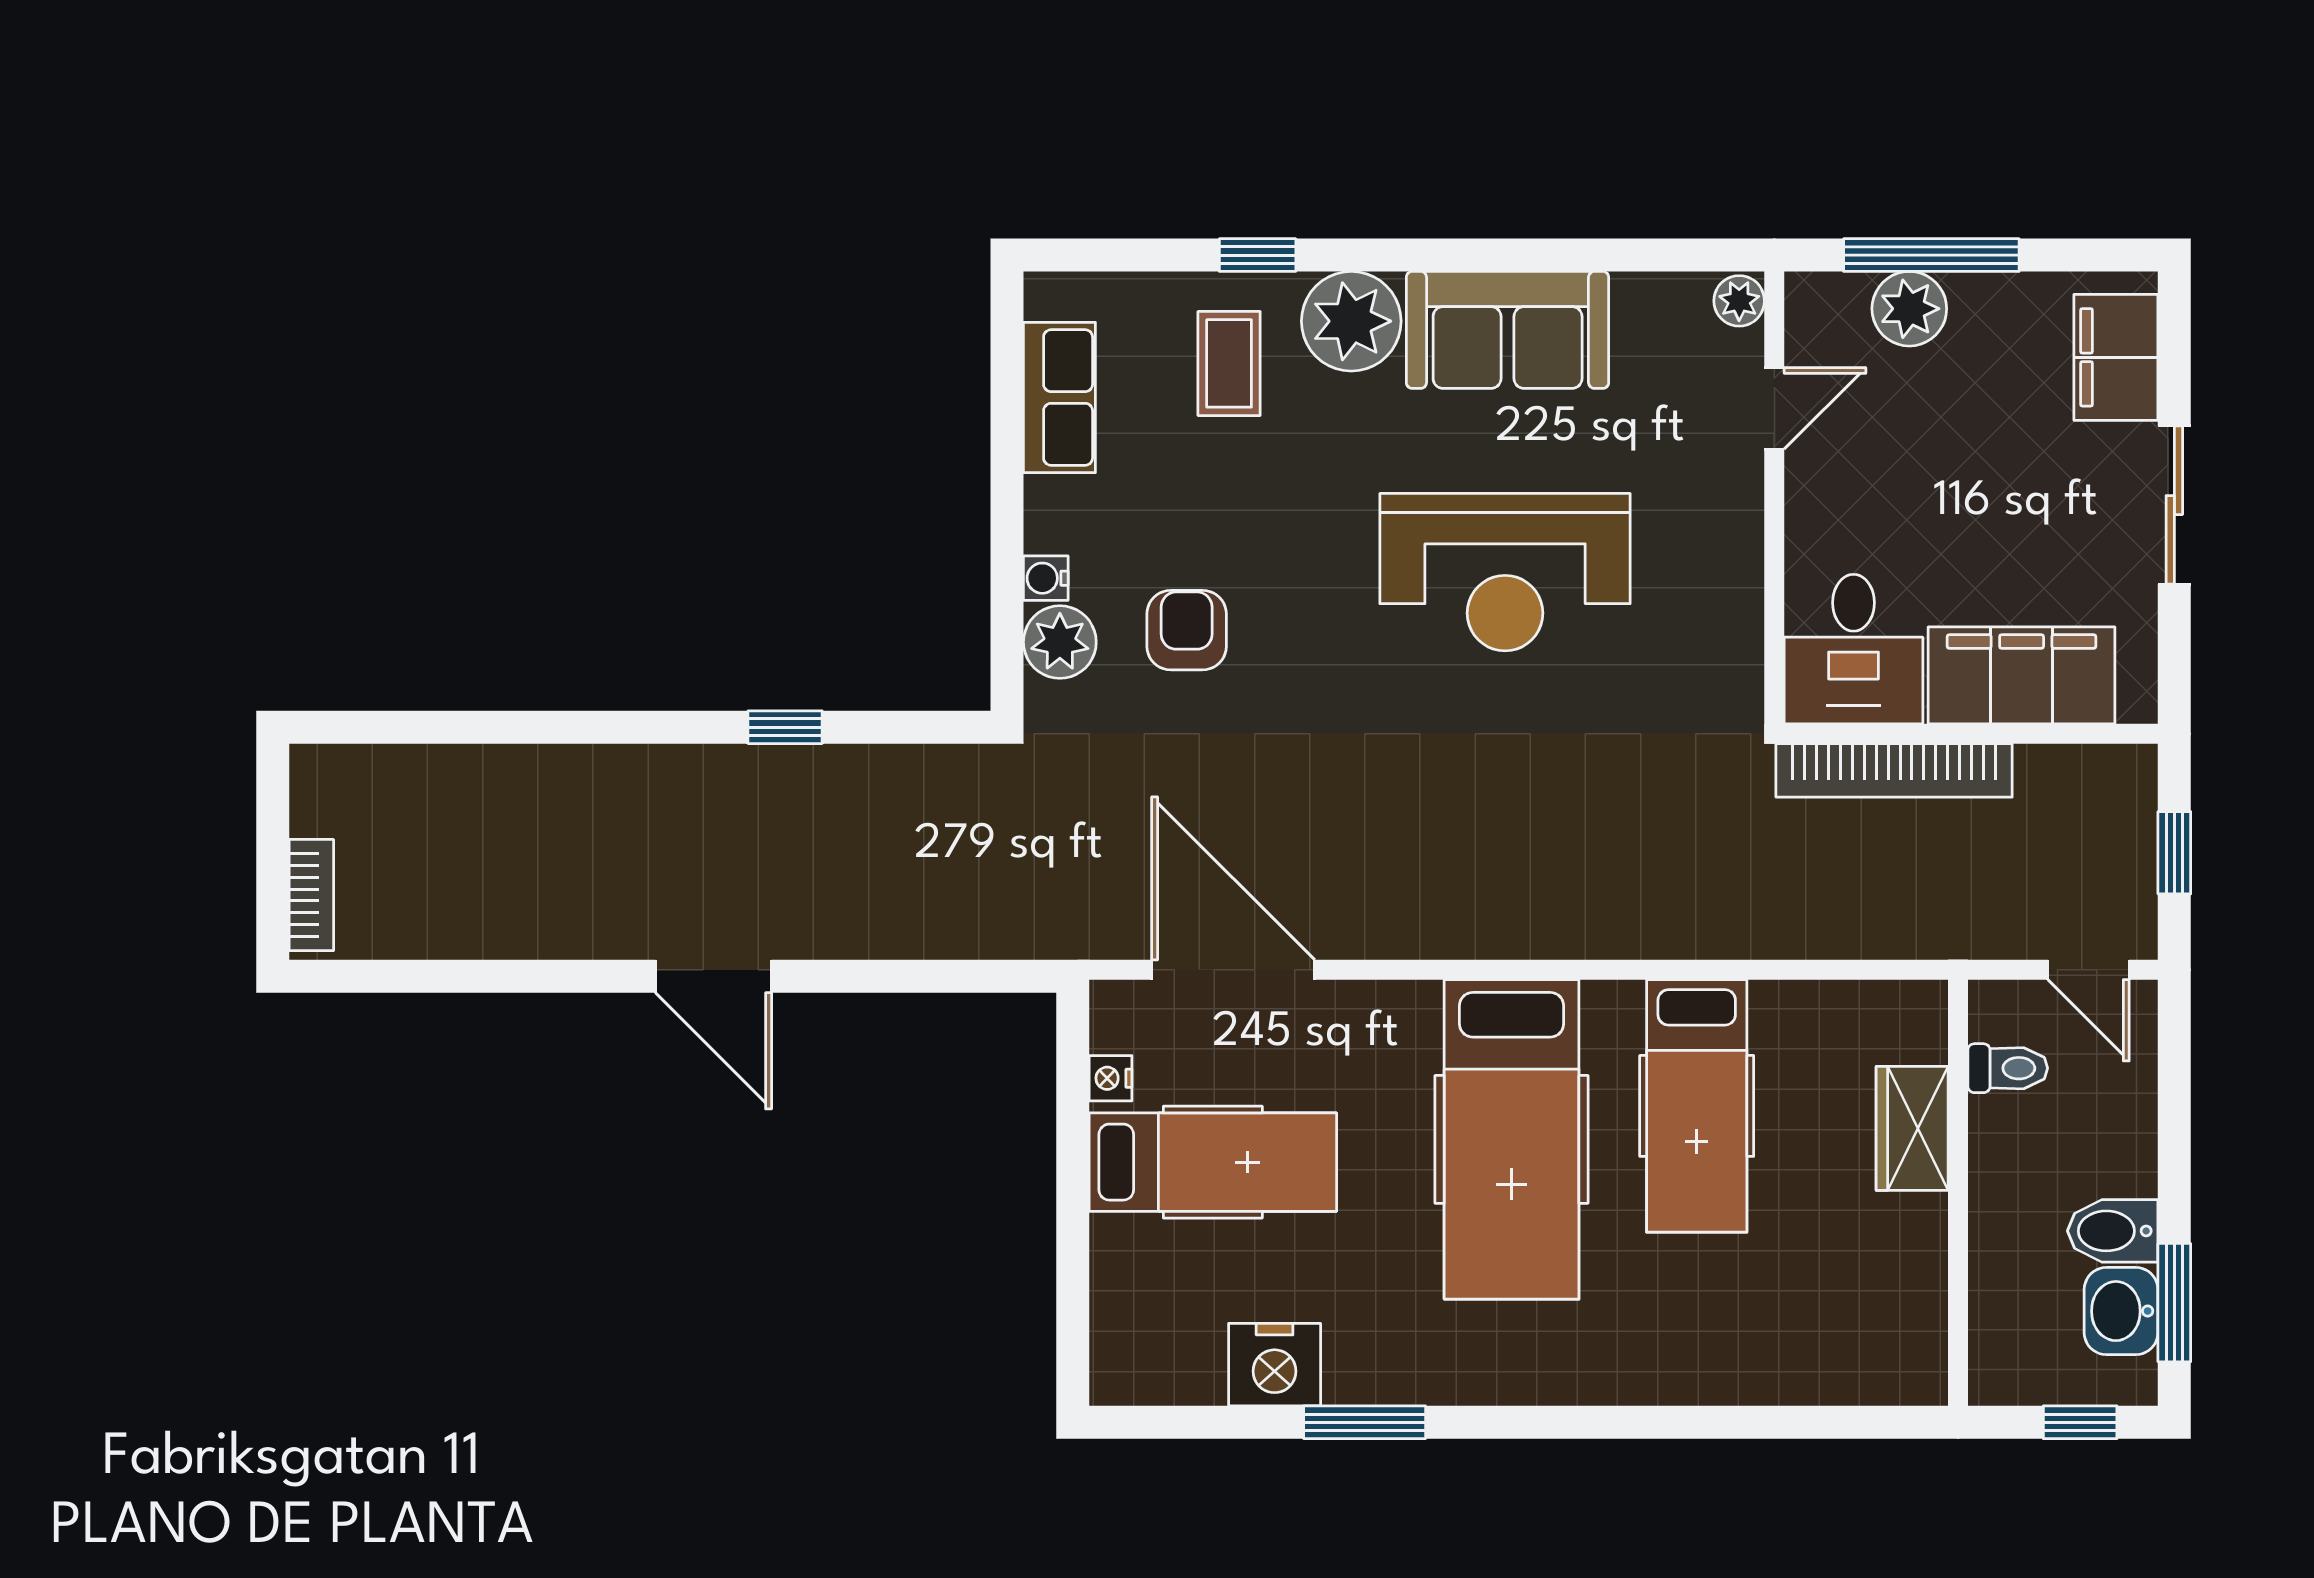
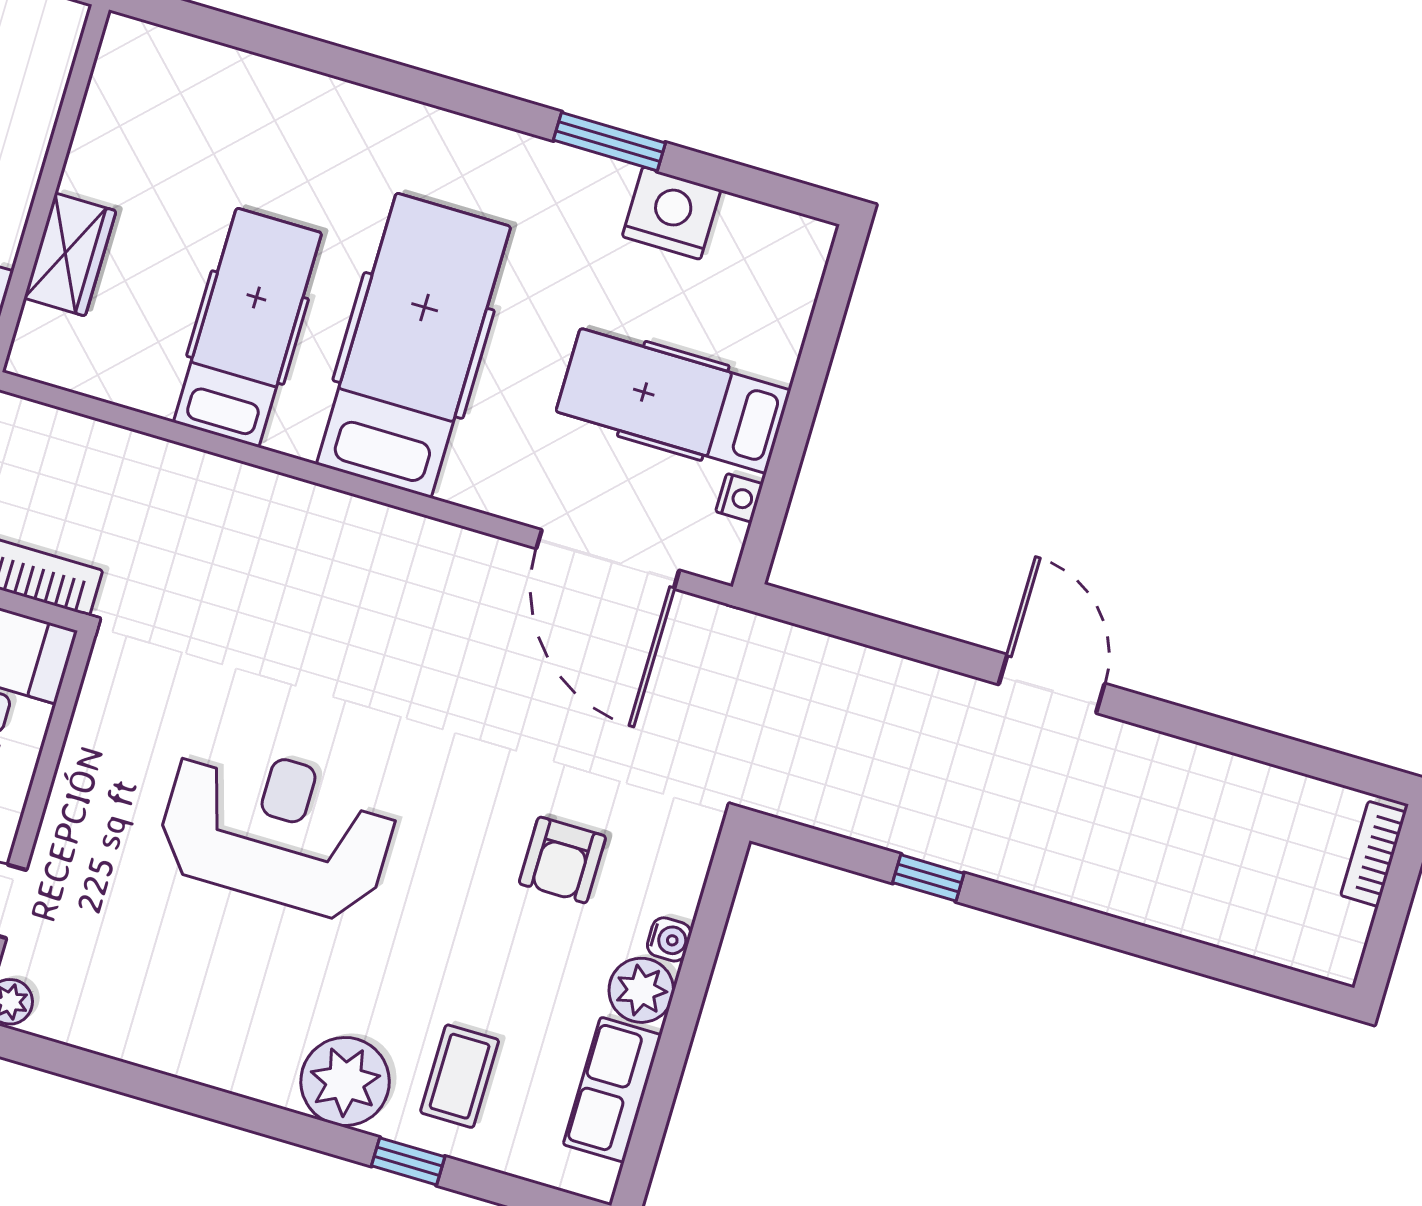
sofa: (1508, 330) -> (214, 1035), removed
plant: (1060, 642) -> (641, 990), moved

